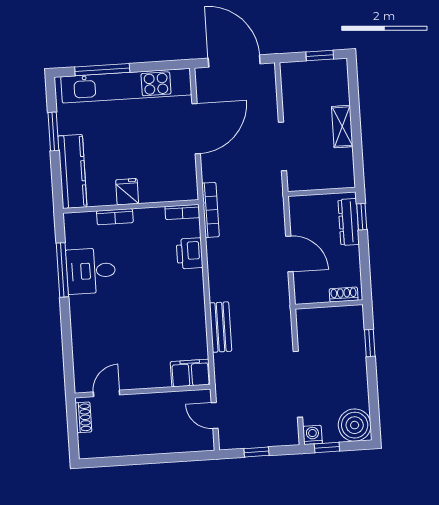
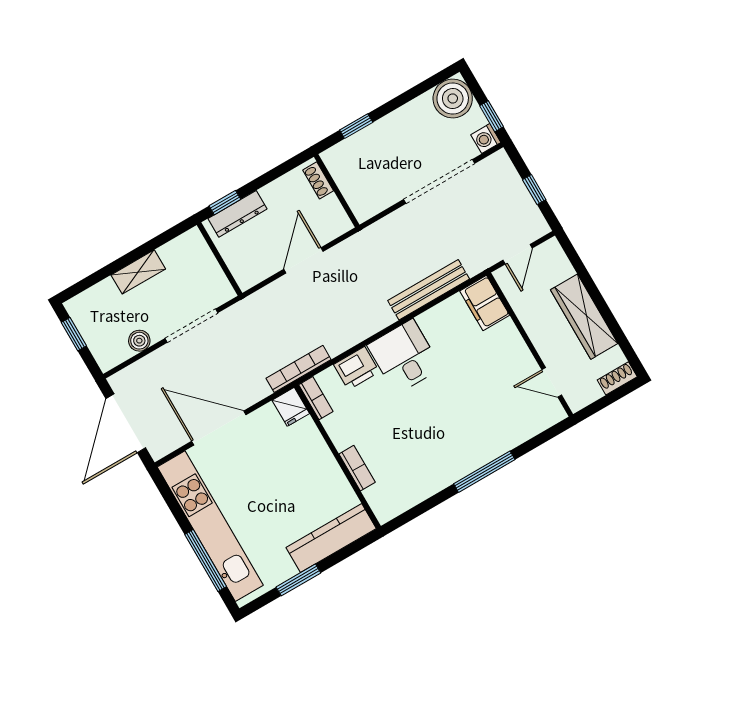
boiler: (291, 102) -> (139, 341), added
fridge: (127, 192) -> (291, 407), moved, turned -90
window: (62, 270) -> (484, 472), moved
desk: (91, 271) -> (404, 357), moved, turned 180
bench: (221, 327) -> (429, 290), width x1.36
shoe rack: (83, 417) -> (617, 378), moved
wardrobe: (143, 442) -> (584, 317), added

